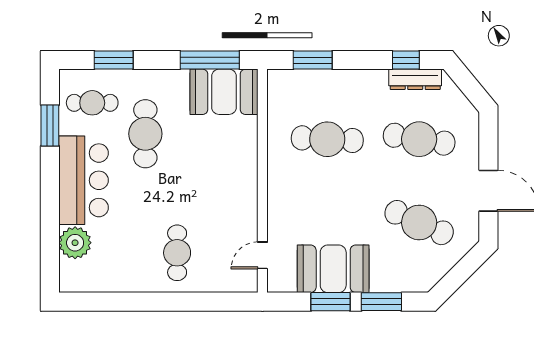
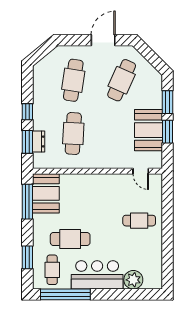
window: (406, 60) -> (27, 112), moved
dresser: (415, 79) -> (39, 141), moved, width x0.70
window: (50, 126) -> (65, 294), width x2.11

